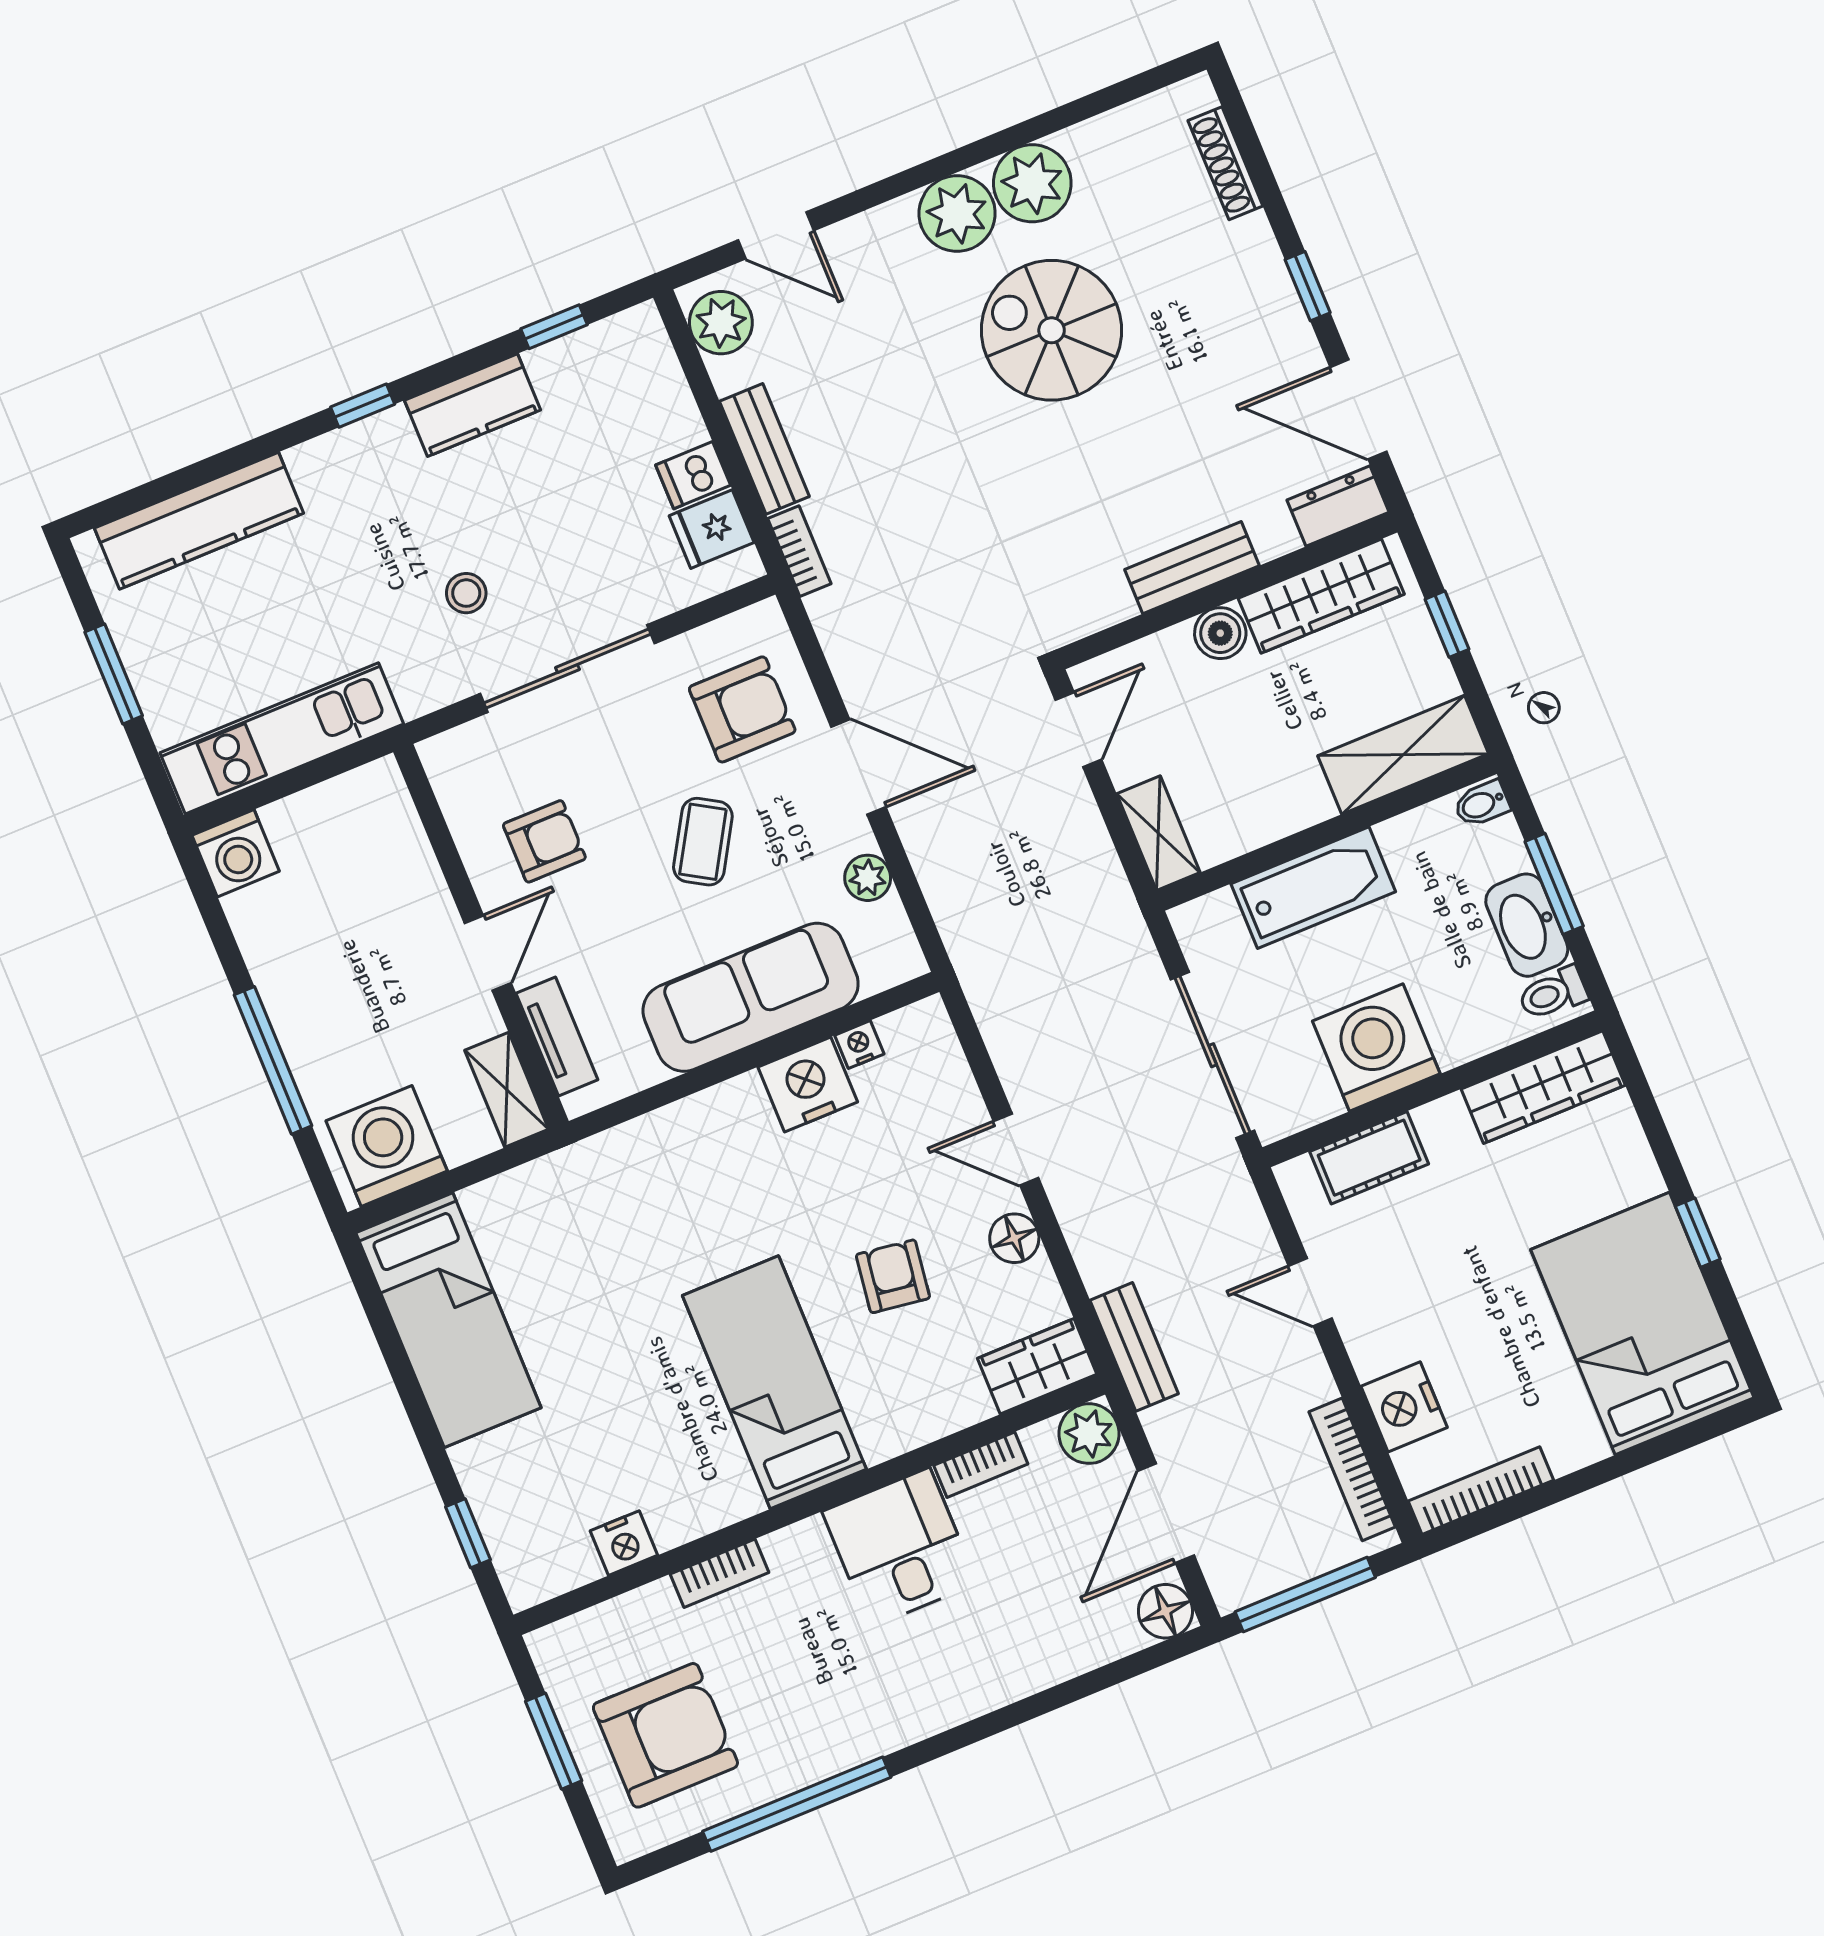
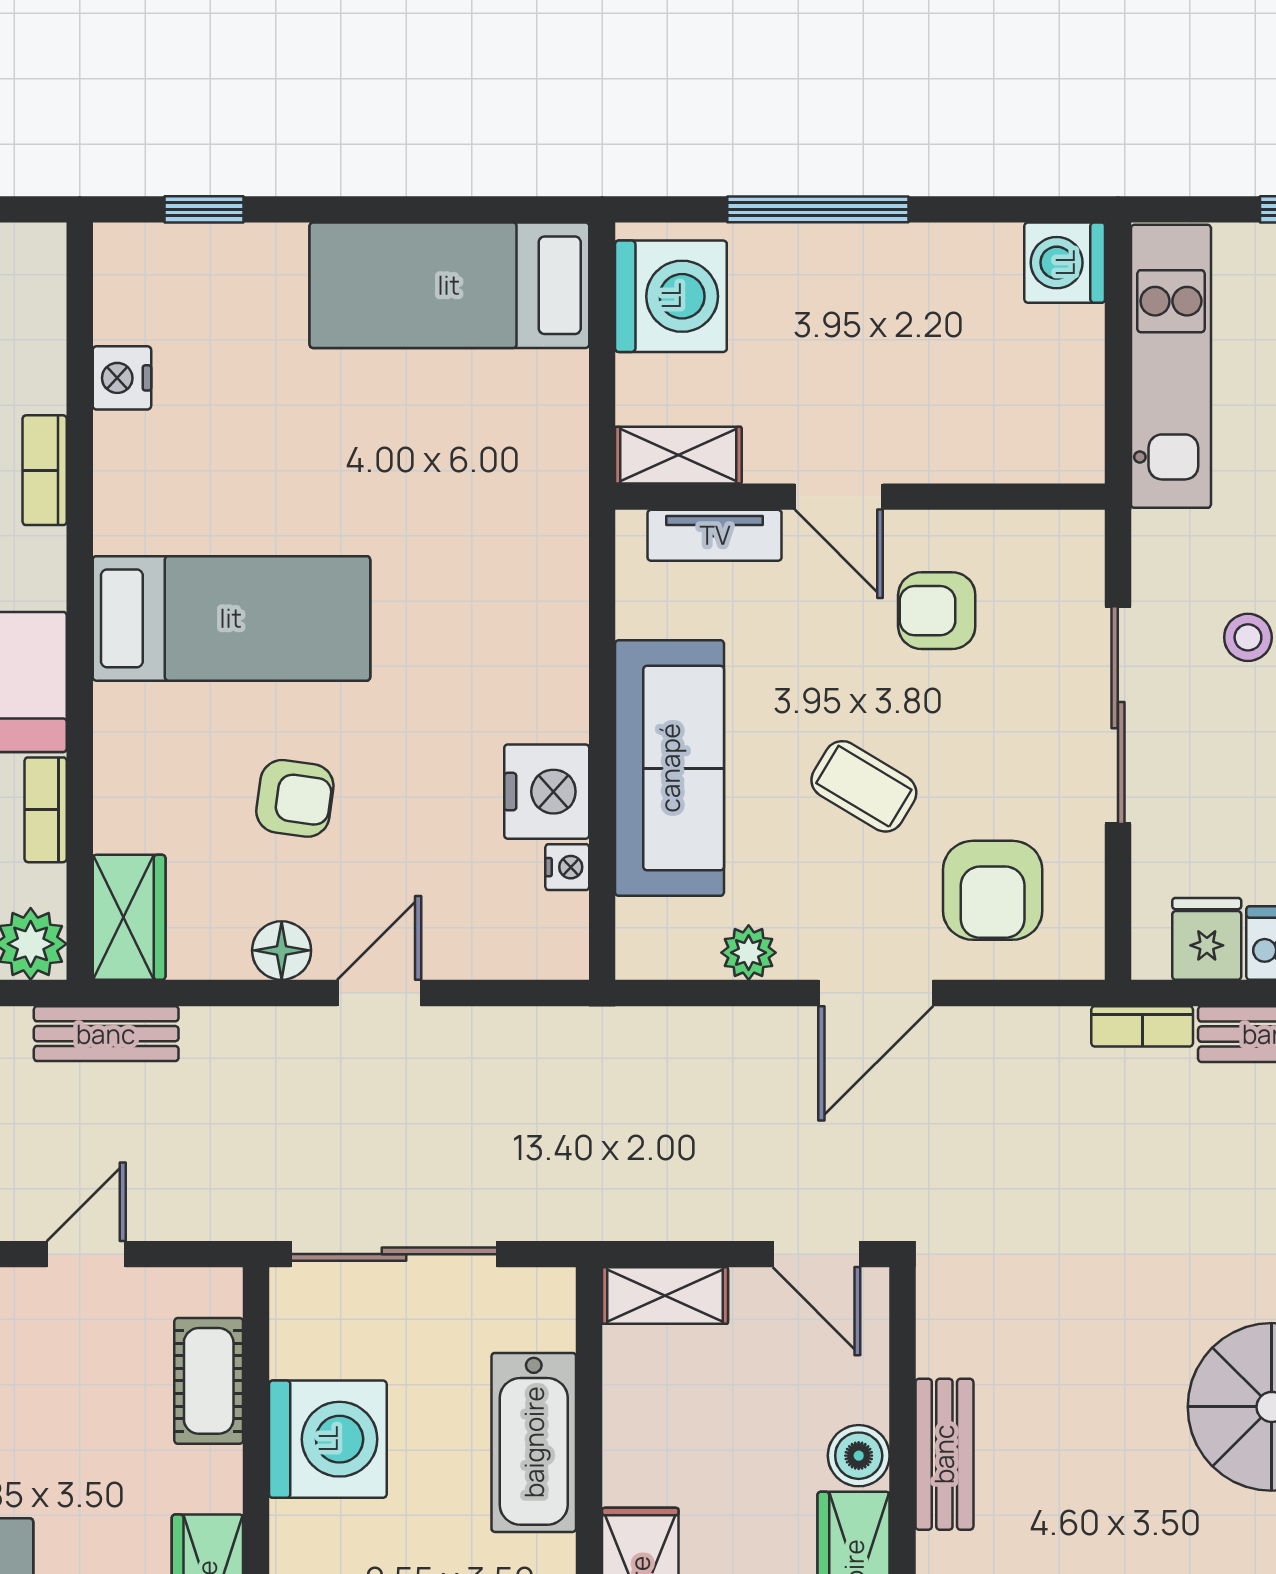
armchair: (544, 841) -> (937, 611), turned 90

